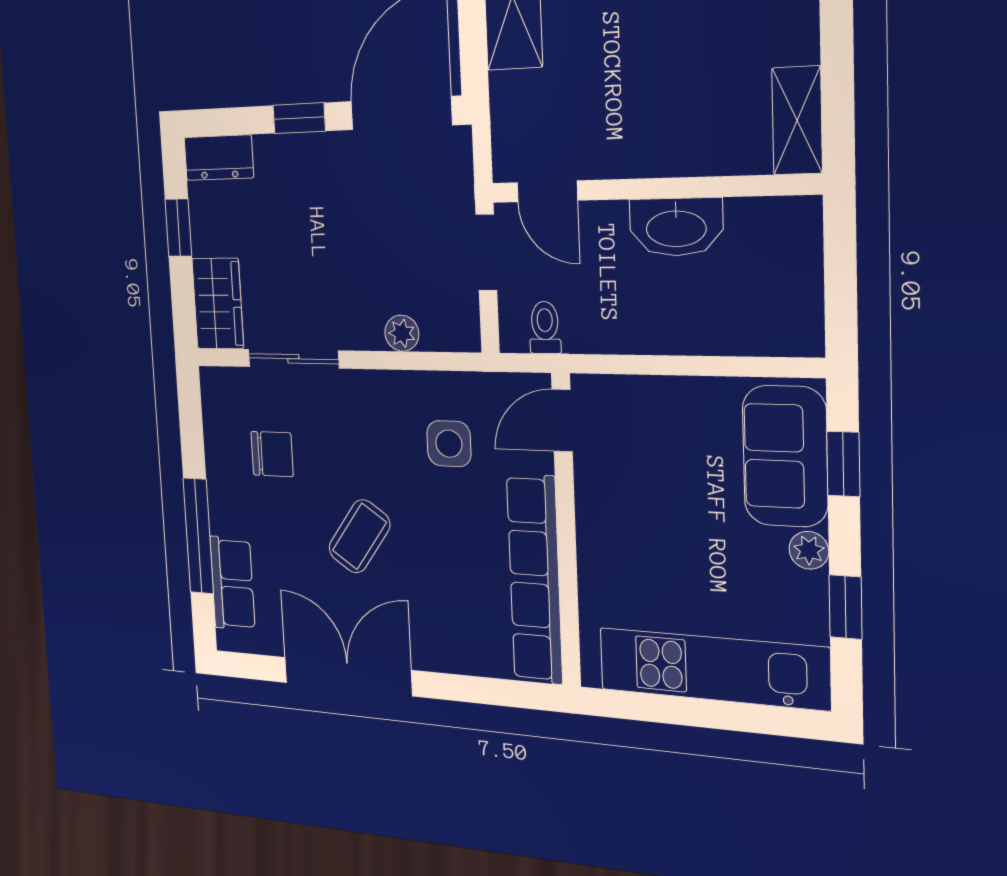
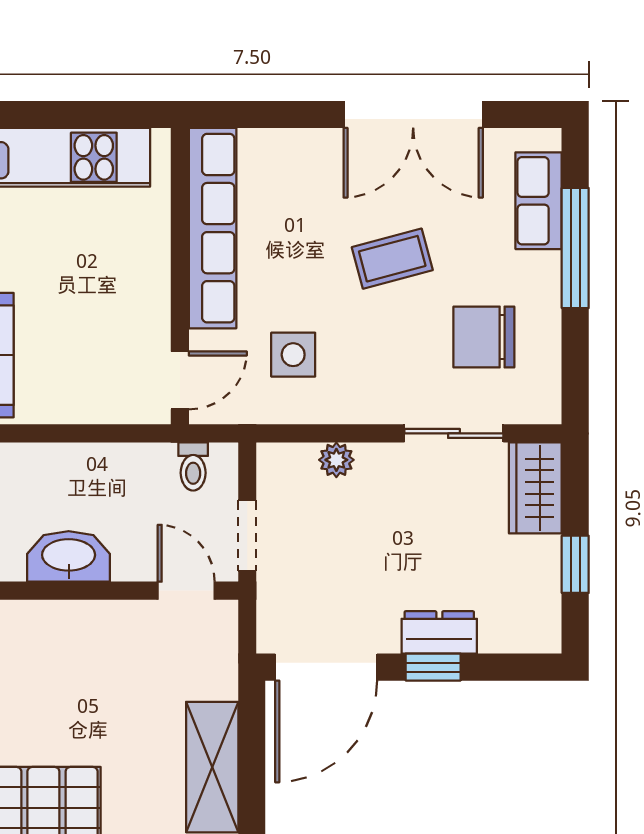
dresser: (219, 158) -> (439, 632), moved
chair: (272, 454) -> (484, 337), width x1.37, depth x1.37
coffee table: (359, 536) -> (392, 259), turned 40

